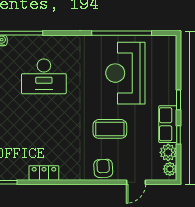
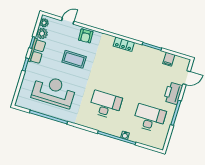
reception desk: (125, 73) -> (54, 91), turned -90

